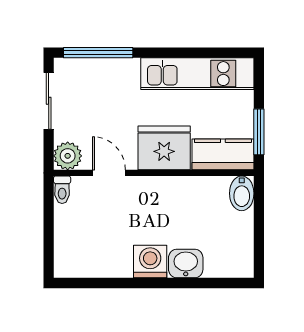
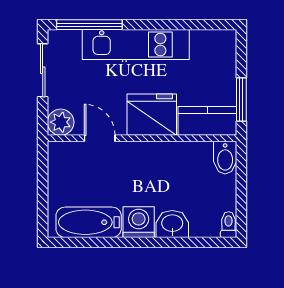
kitchen unit: (197, 74) -> (136, 45), moved
toilet: (62, 190) -> (229, 225), moved, turned 180
bathtub: (97, 262) -> (89, 222), added

